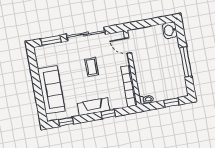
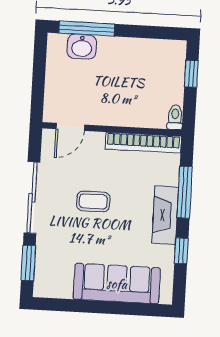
washbasin: (170, 30) -> (82, 47), moved
window: (186, 62) -> (87, 29), moved
window: (108, 114) -> (185, 192), width x2.17
window: (66, 122) -> (181, 251), moved

